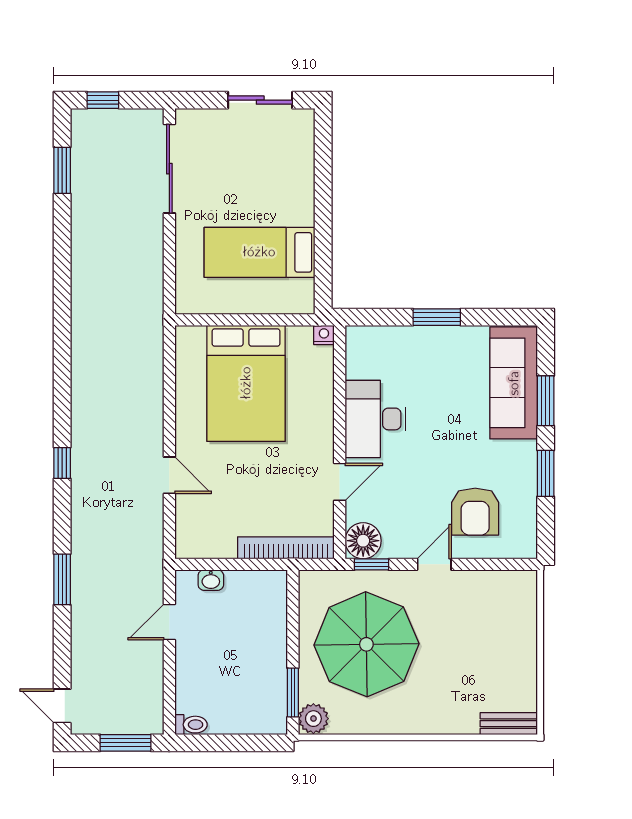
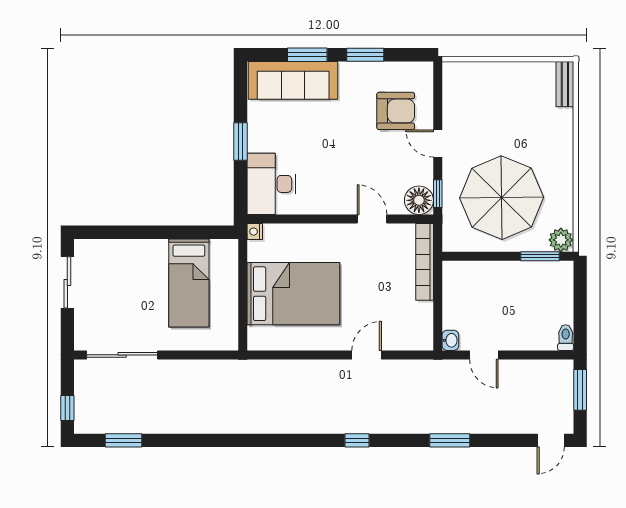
desk: (375, 419) -> (271, 184), moved, turned 90
washbasin: (211, 580) -> (450, 340), moved

